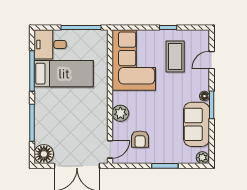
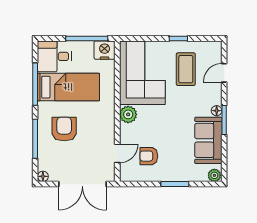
nightstand: (98, 39) -> (105, 50), added
plant: (120, 113) -> (128, 114), moved
armchair: (60, 114) -> (64, 129), added
armchair: (140, 139) -> (149, 156), turned 90
door: (110, 149) -> (117, 153), moved
floor lamp: (44, 154) -> (43, 176), width x0.53, depth x0.53

